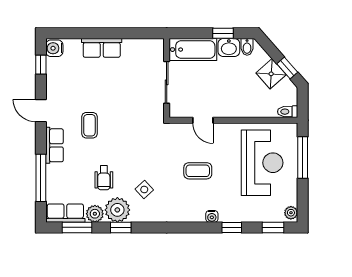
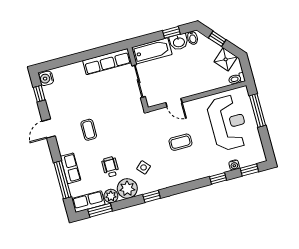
row of seats: (102, 48) -> (107, 62), moved, width x1.48
window: (287, 68) -> (217, 39), moved
shower: (271, 74) -> (226, 59), moved
door: (41, 111) -> (49, 129), hinge flipped
row of seats: (55, 145) -> (71, 168), moved
wheelchair: (104, 178) -> (110, 167), turned 180
plant: (291, 213) -> (260, 155), removed
water cooler: (212, 216) -> (234, 165), moved
window: (121, 227) -> (152, 196), moved

